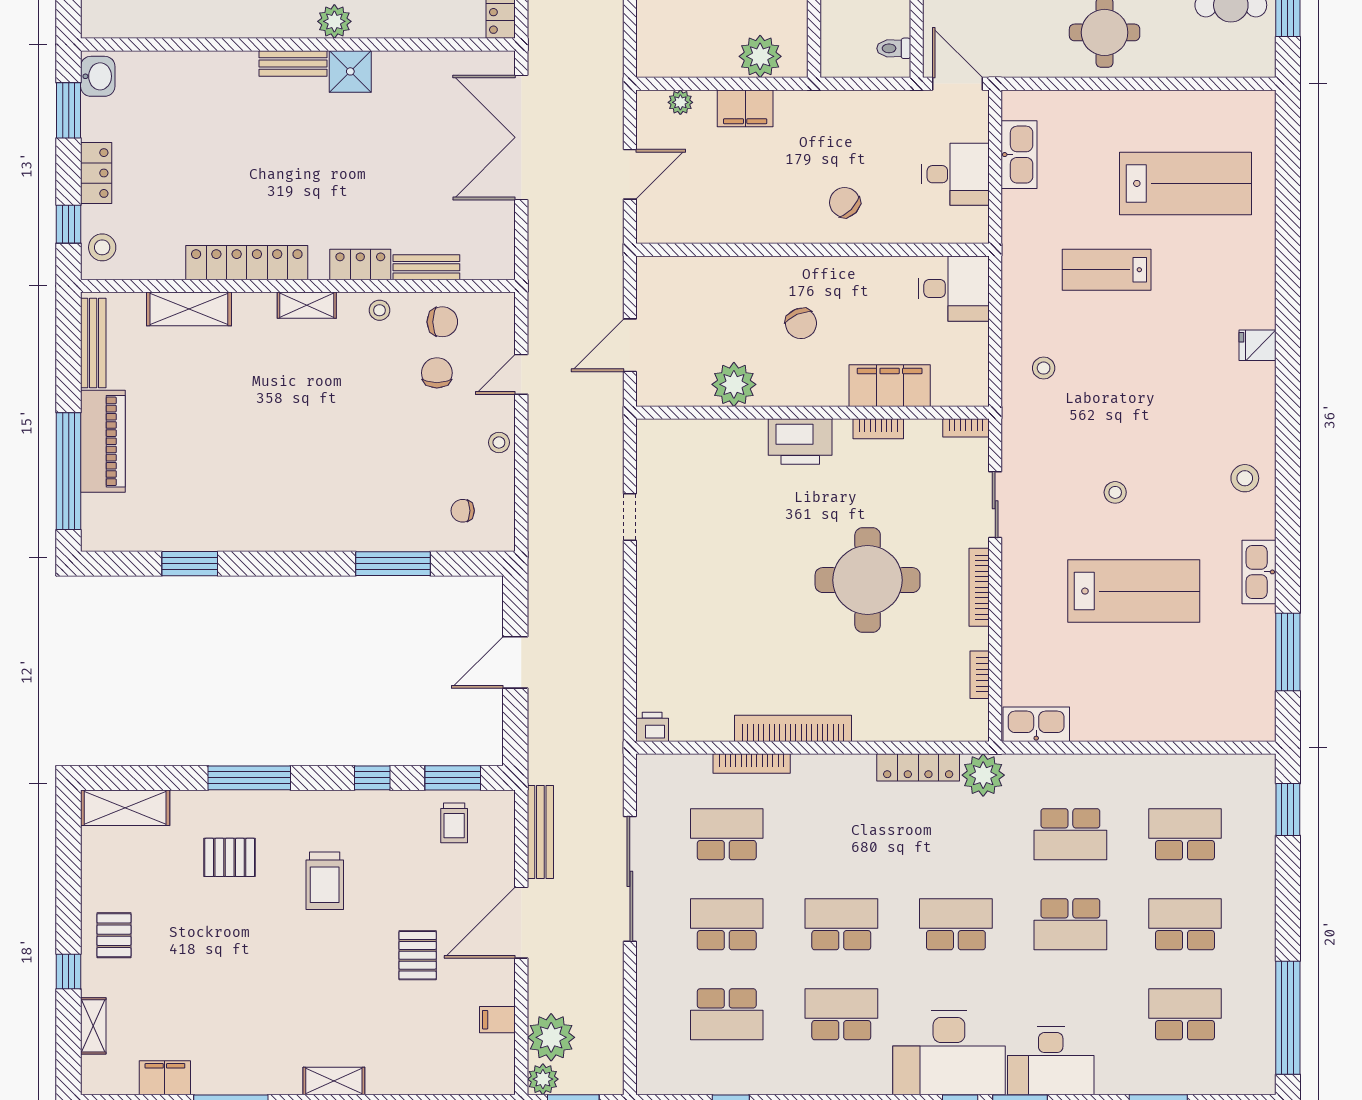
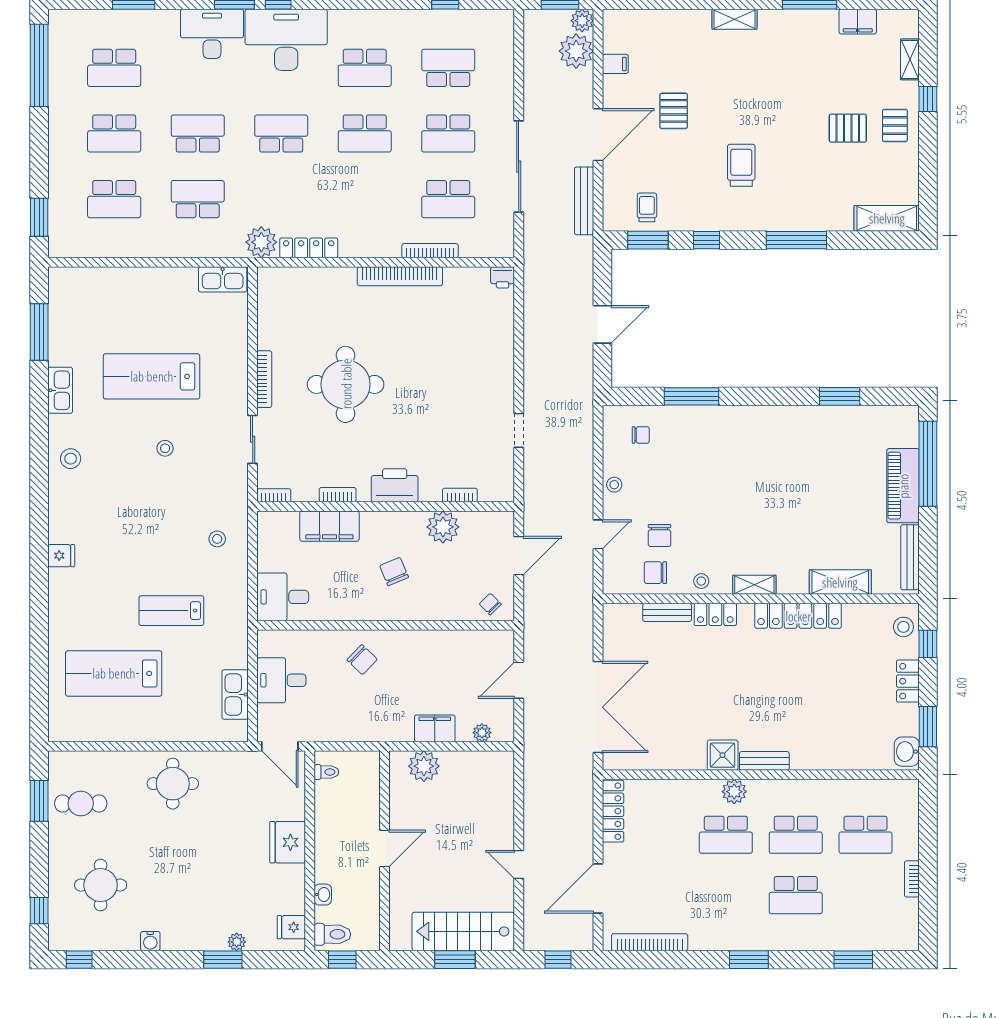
lab bench: (1107, 270) -> (171, 611), turned 180
chair: (669, 279) -> (490, 604), added
bookcase: (980, 675) -> (460, 495), moved, turned -90
pallet: (230, 857) -> (848, 128), moved
school desk: (956, 924) -> (281, 133), turned 180

